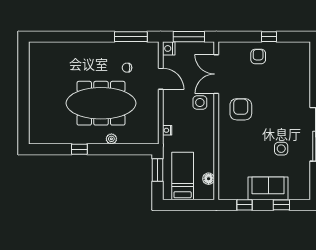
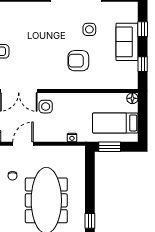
armchair: (241, 109) -> (78, 61), moved
plant: (111, 139) -> (80, 190), removed
floor lamp: (209, 179) -> (132, 98), moved

